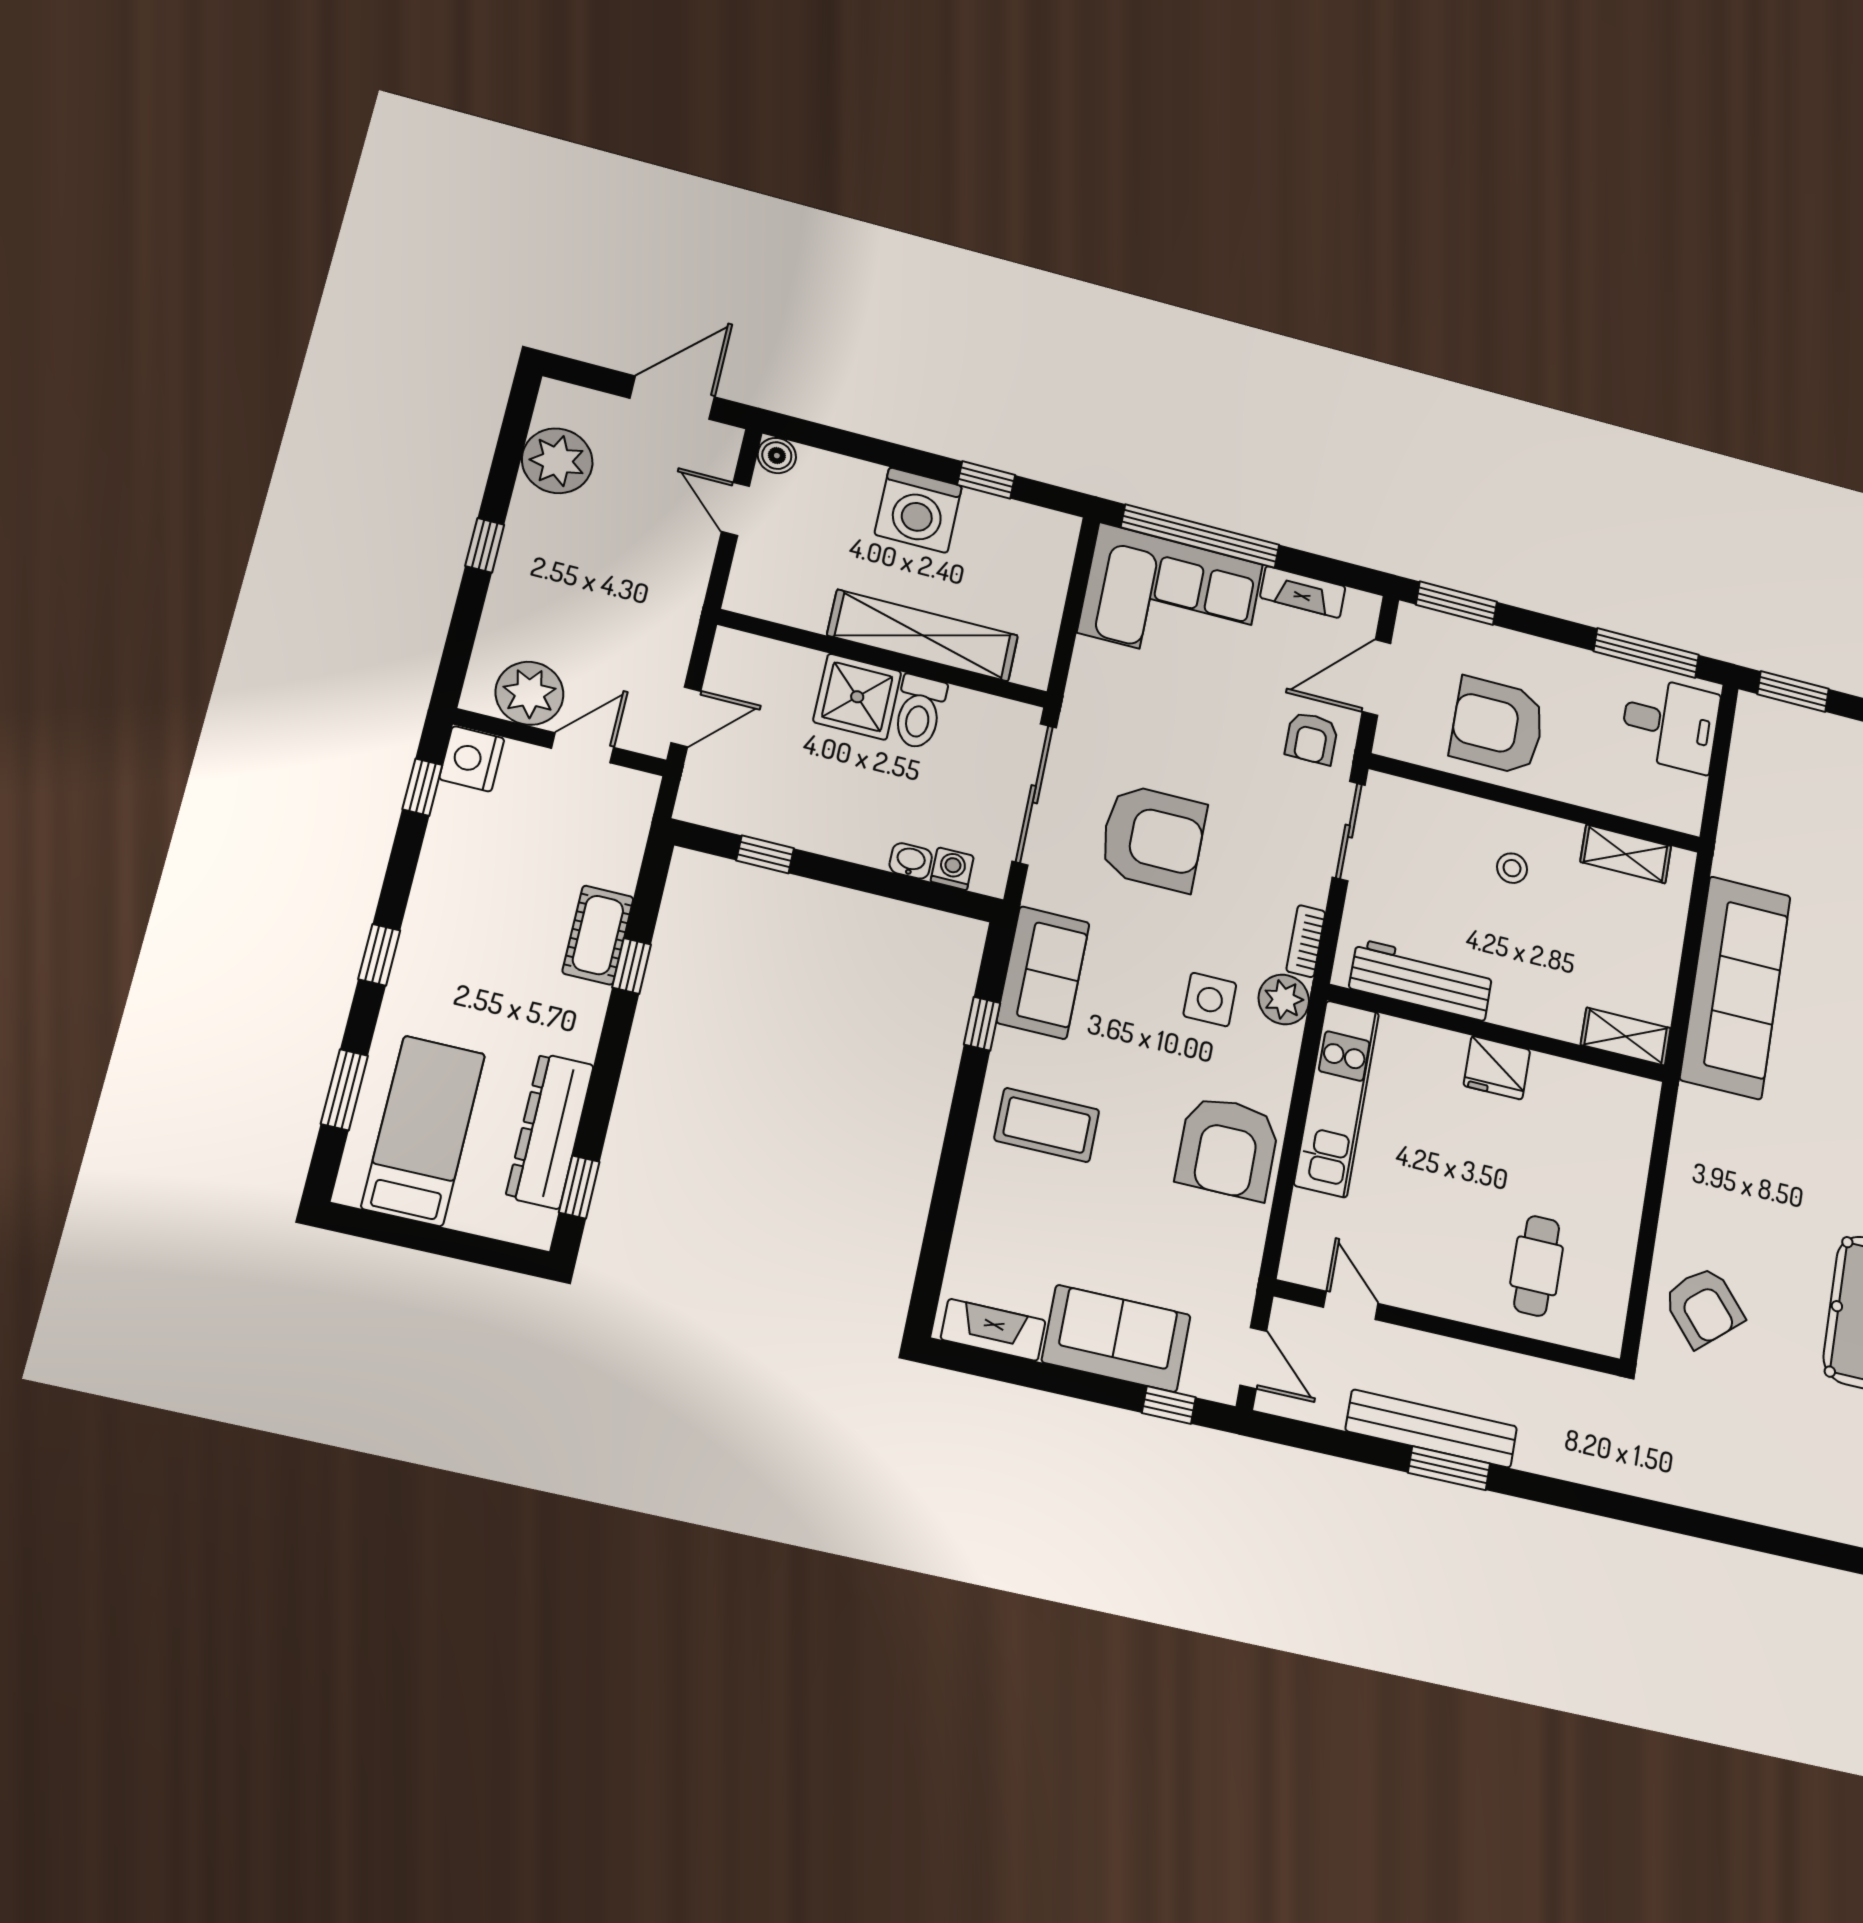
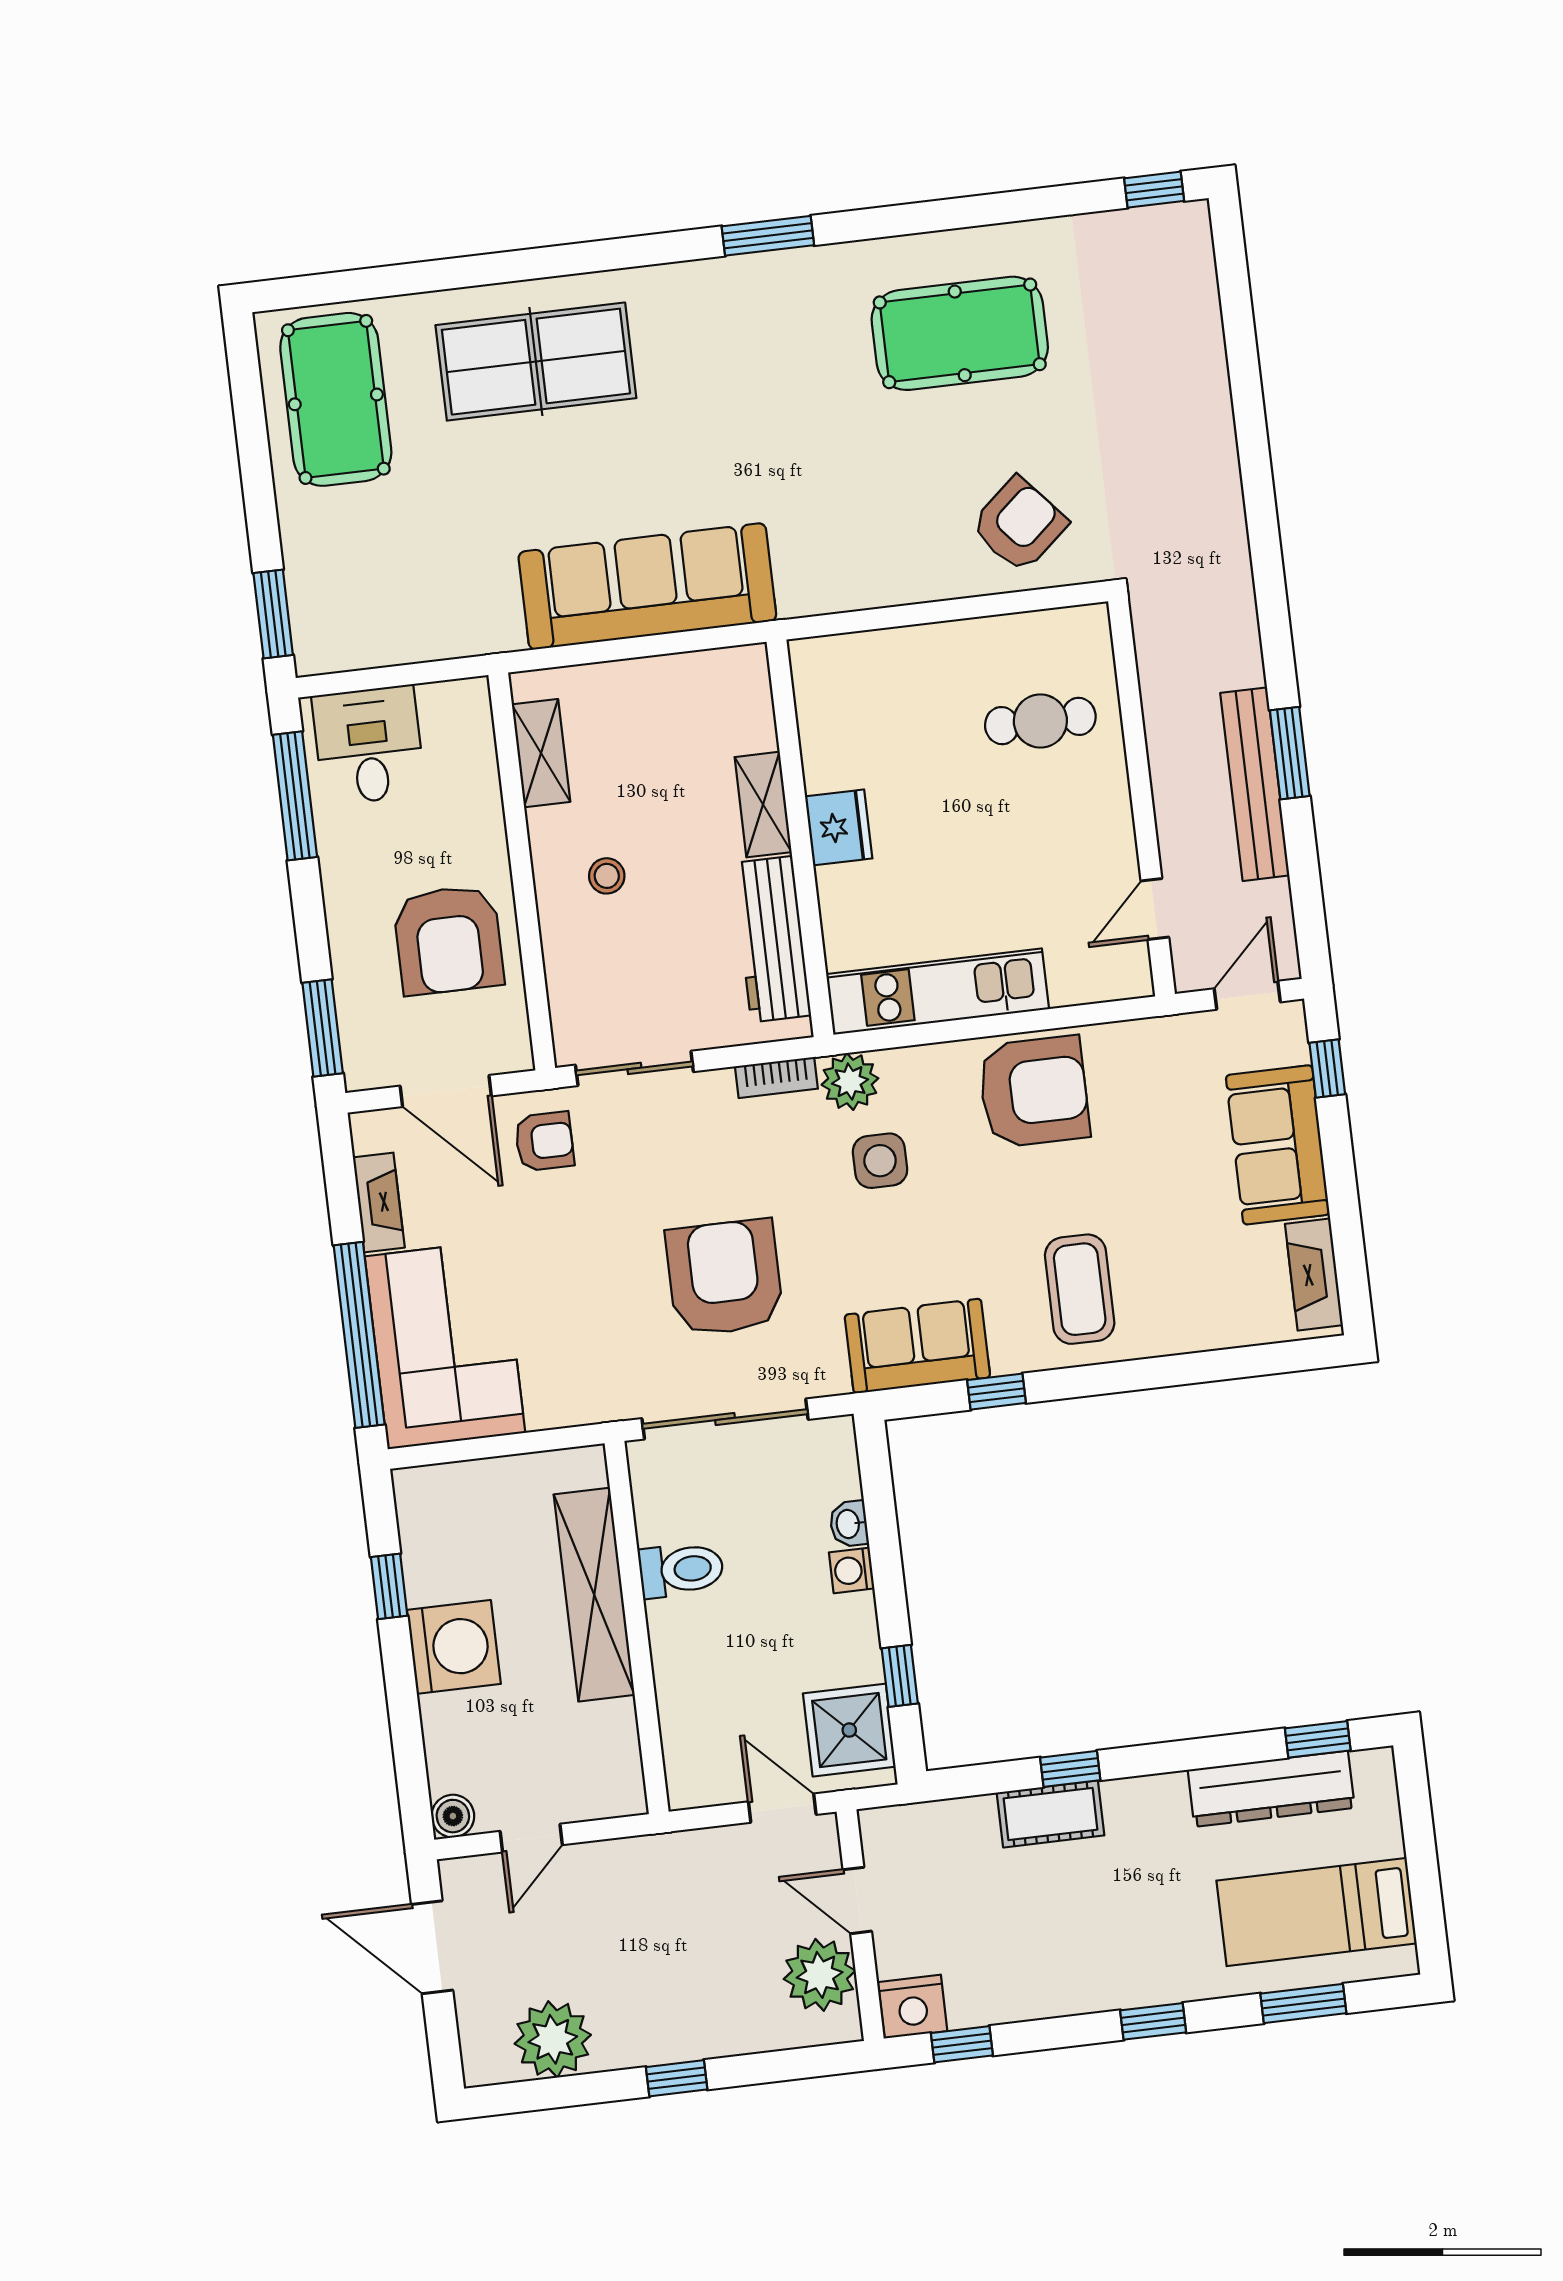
shower: (857, 697) -> (849, 1730), moved
washing machine: (952, 869) -> (852, 1570), moved
shelving: (1626, 1036) -> (763, 805), moved

